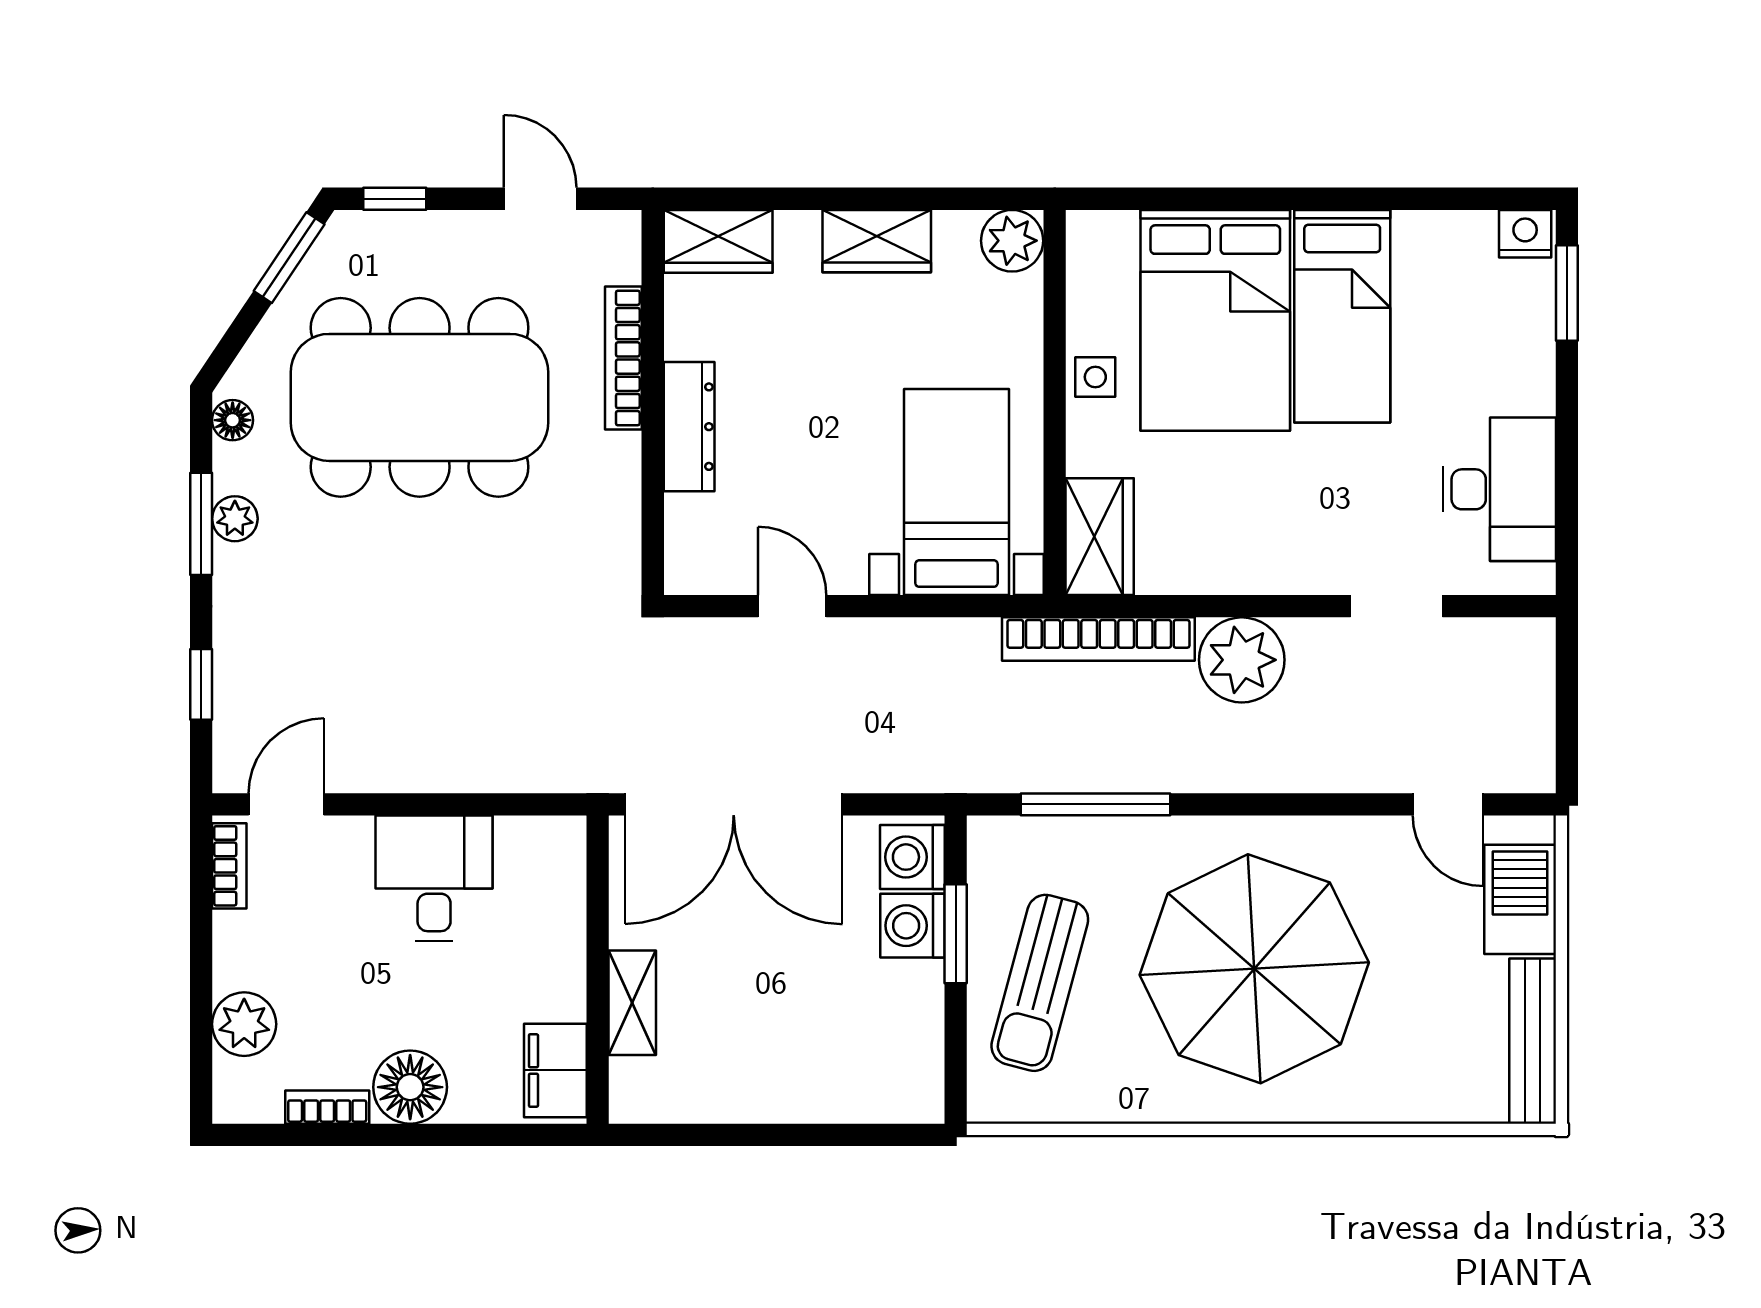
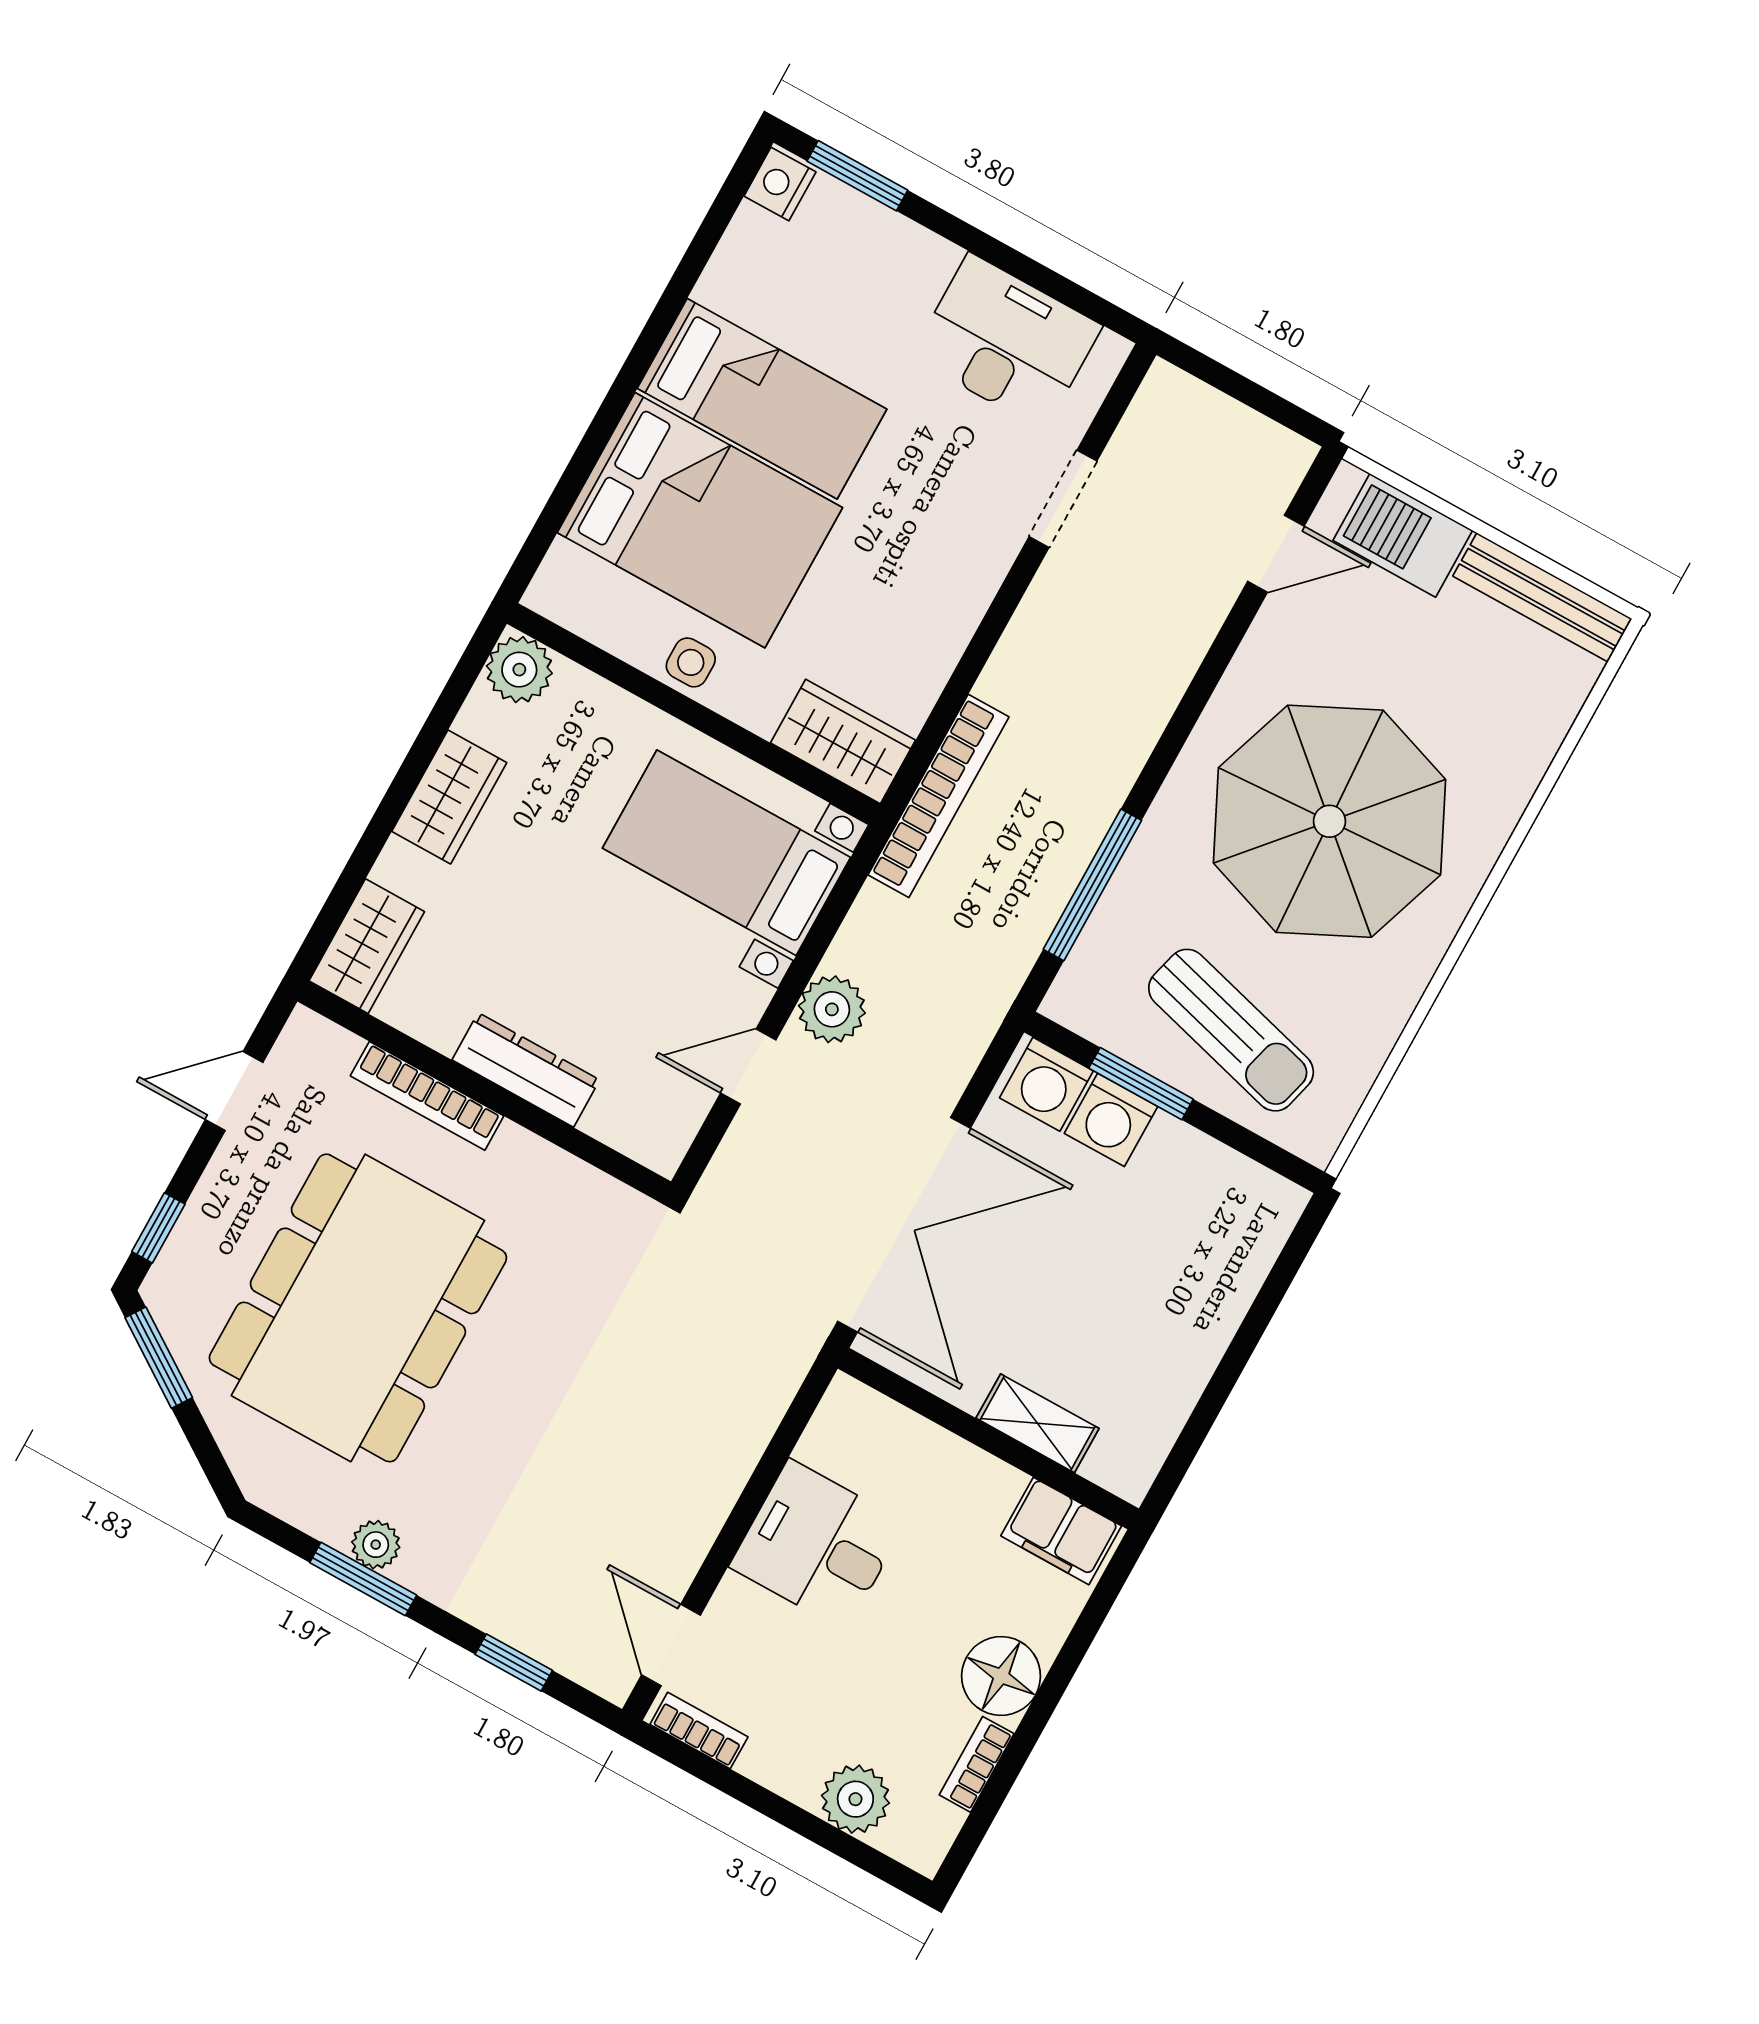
floor lamp: (233, 420) -> (282, 1496), removed
plant: (1242, 660) -> (832, 1009), moved, width x0.73, depth x0.73

